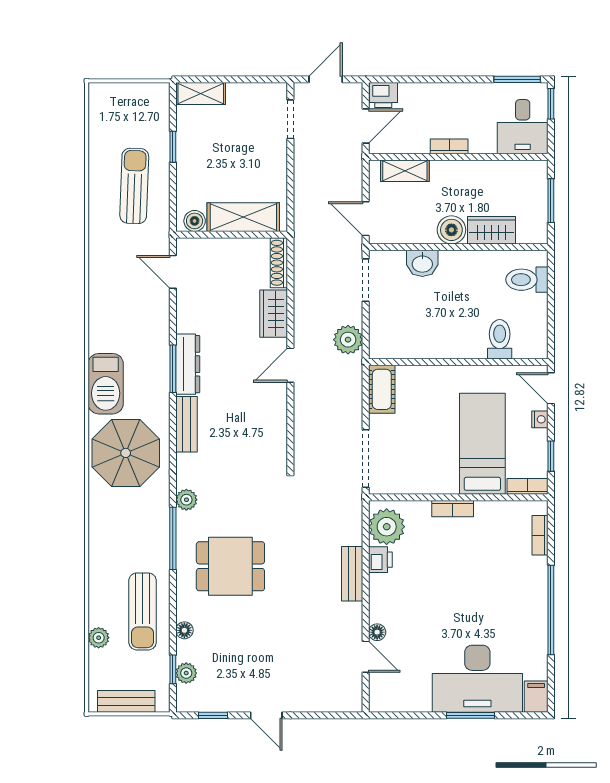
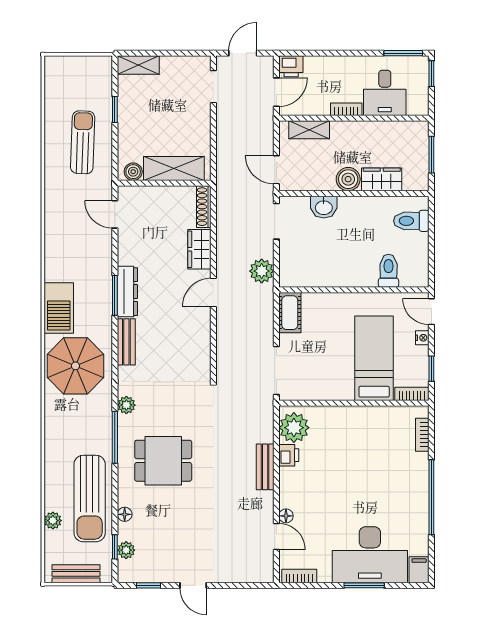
desk: (523, 127) -> (385, 93), moved
bookcase: (453, 509) -> (299, 576), moved, turned 180
sun lounger: (143, 611) -> (90, 499), width x1.36, depth x1.34

